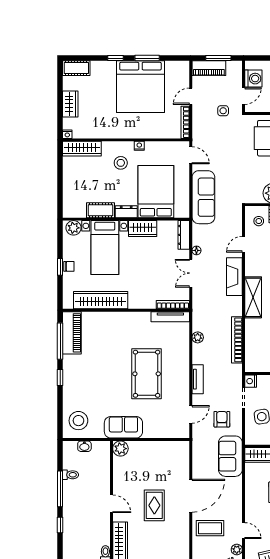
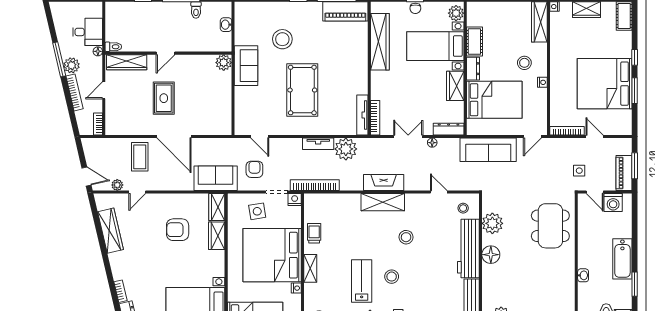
piano: (209, 68) -> (624, 173), moved
fireplace: (234, 277) -> (384, 182), moved
plant: (198, 337) -> (346, 149), width x1.87, depth x1.87
bookcase: (237, 340) -> (315, 185), moved
pool table: (147, 374) -> (302, 90), turned 90
tv unit: (198, 379) -> (318, 144), moved
armchair: (222, 419) -> (254, 169), turned -90
stool: (78, 421) -> (282, 39), moved
rug: (154, 505) -> (164, 98), turned 90

